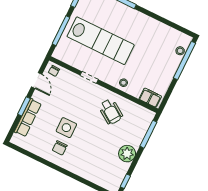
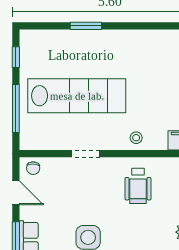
wheelchair: (111, 112) -> (138, 186), turned 56

